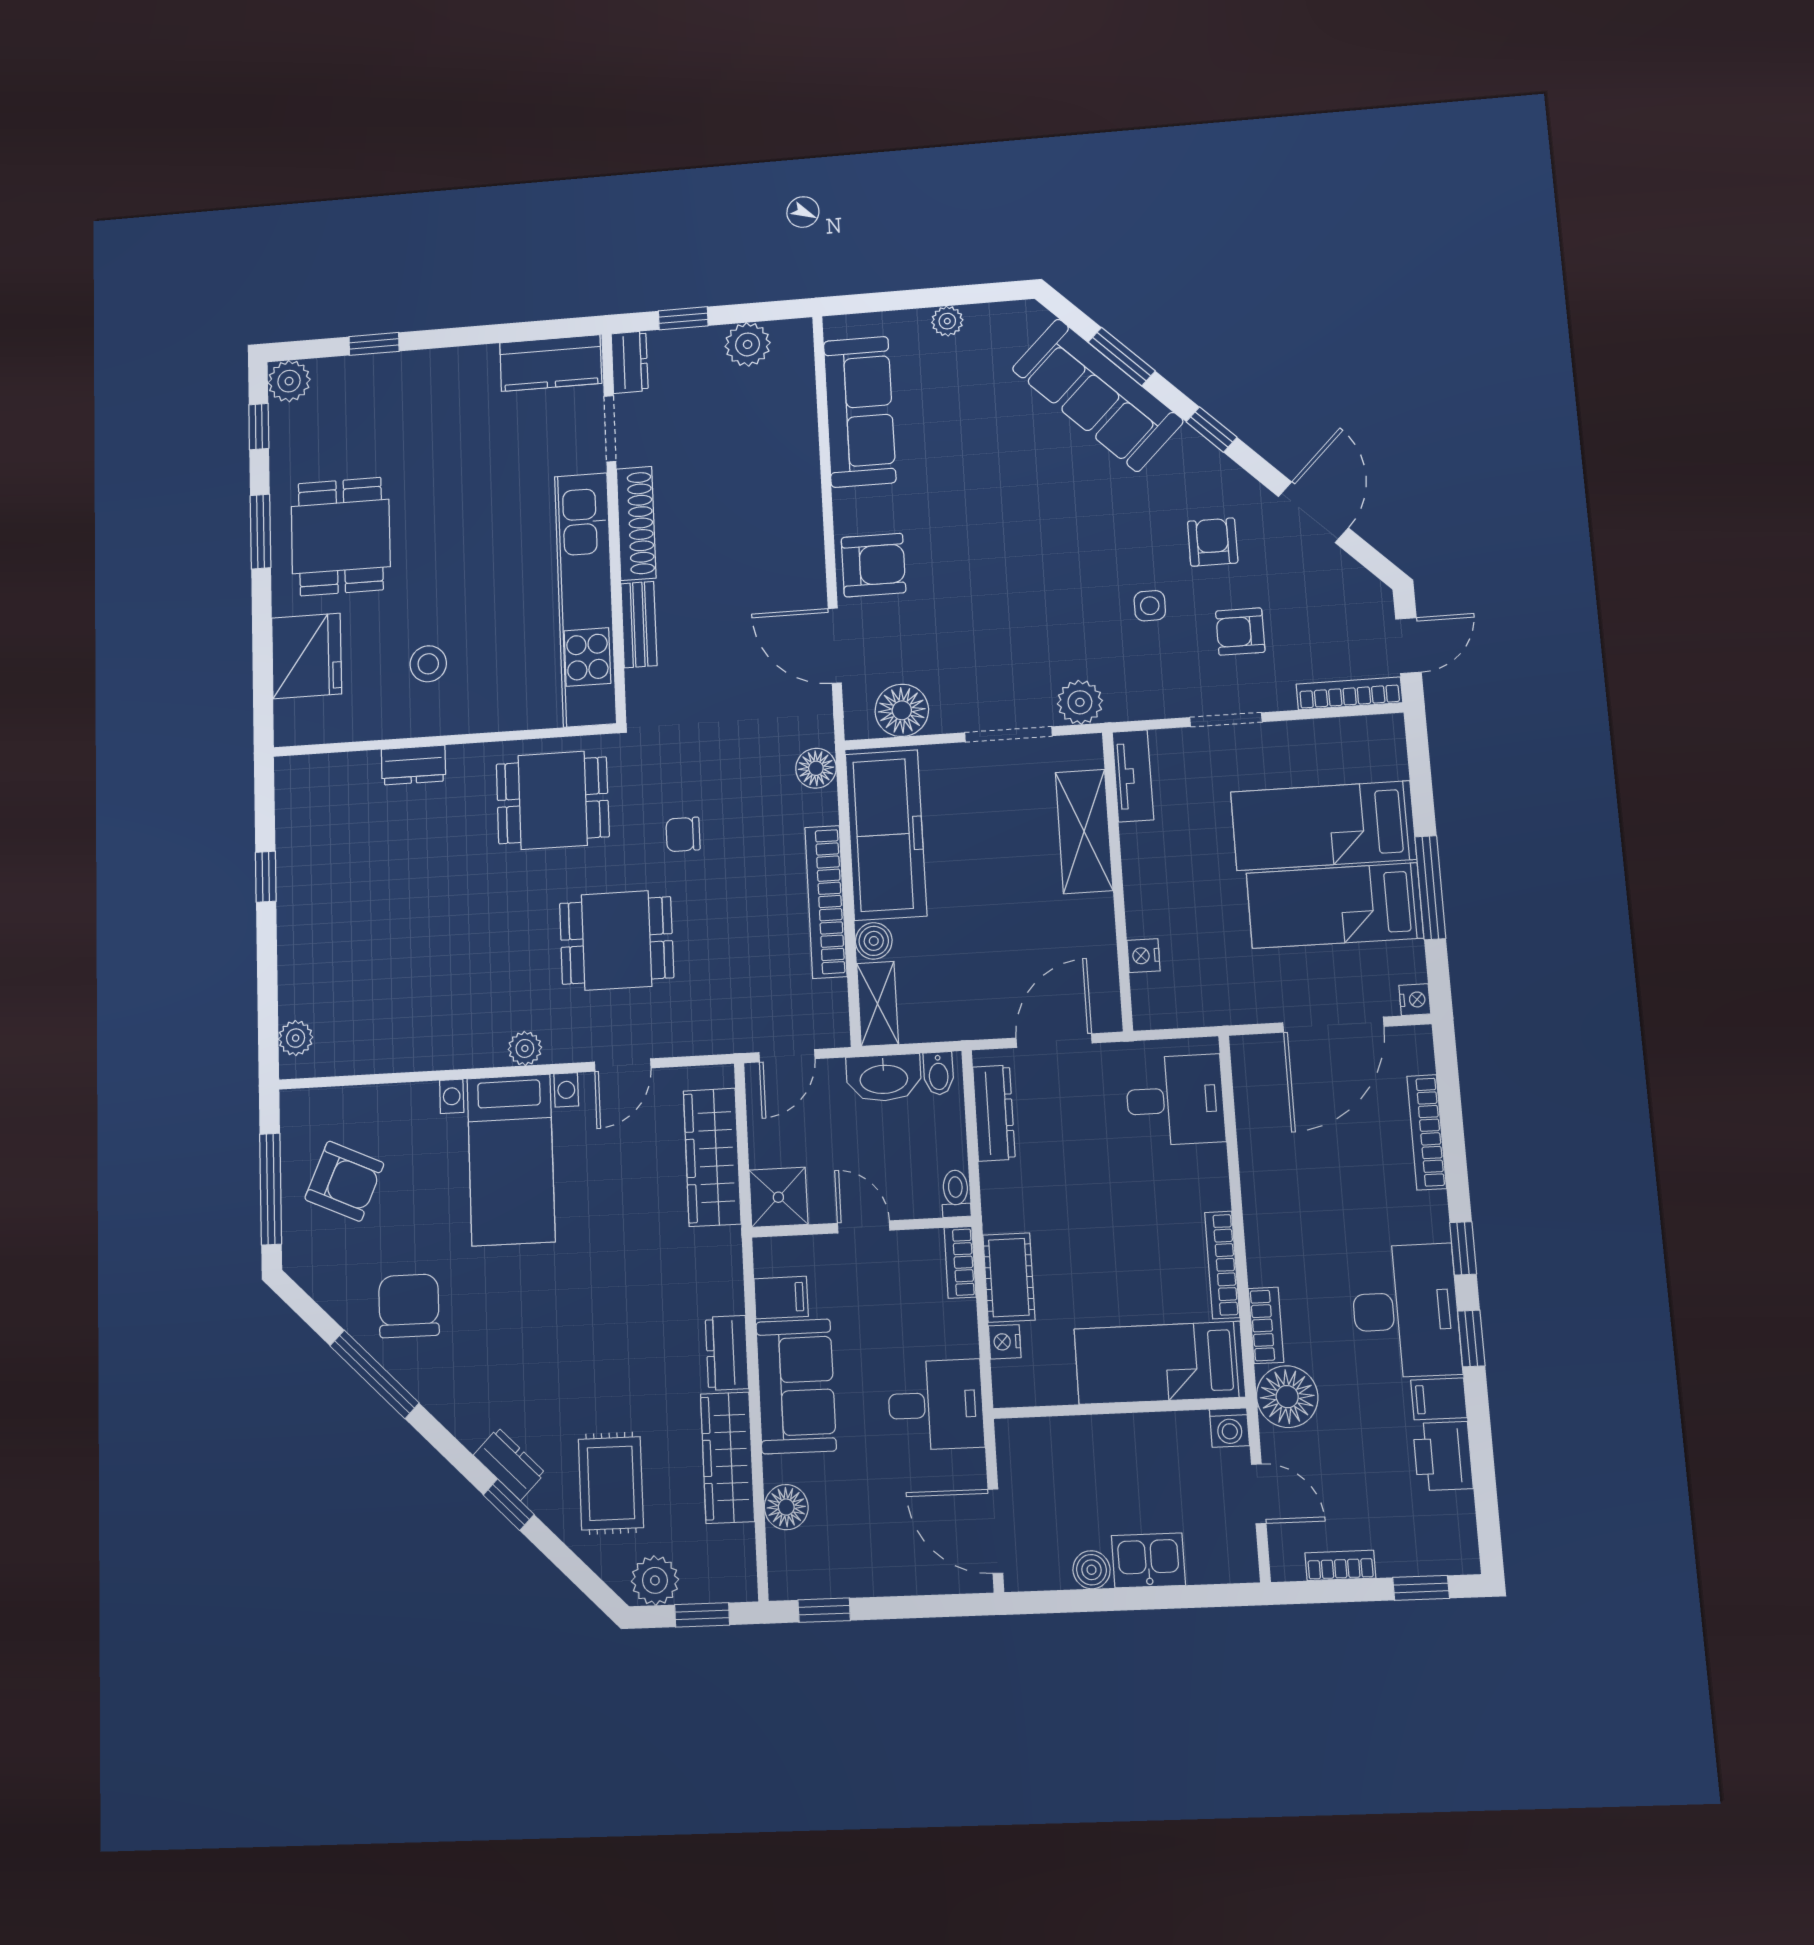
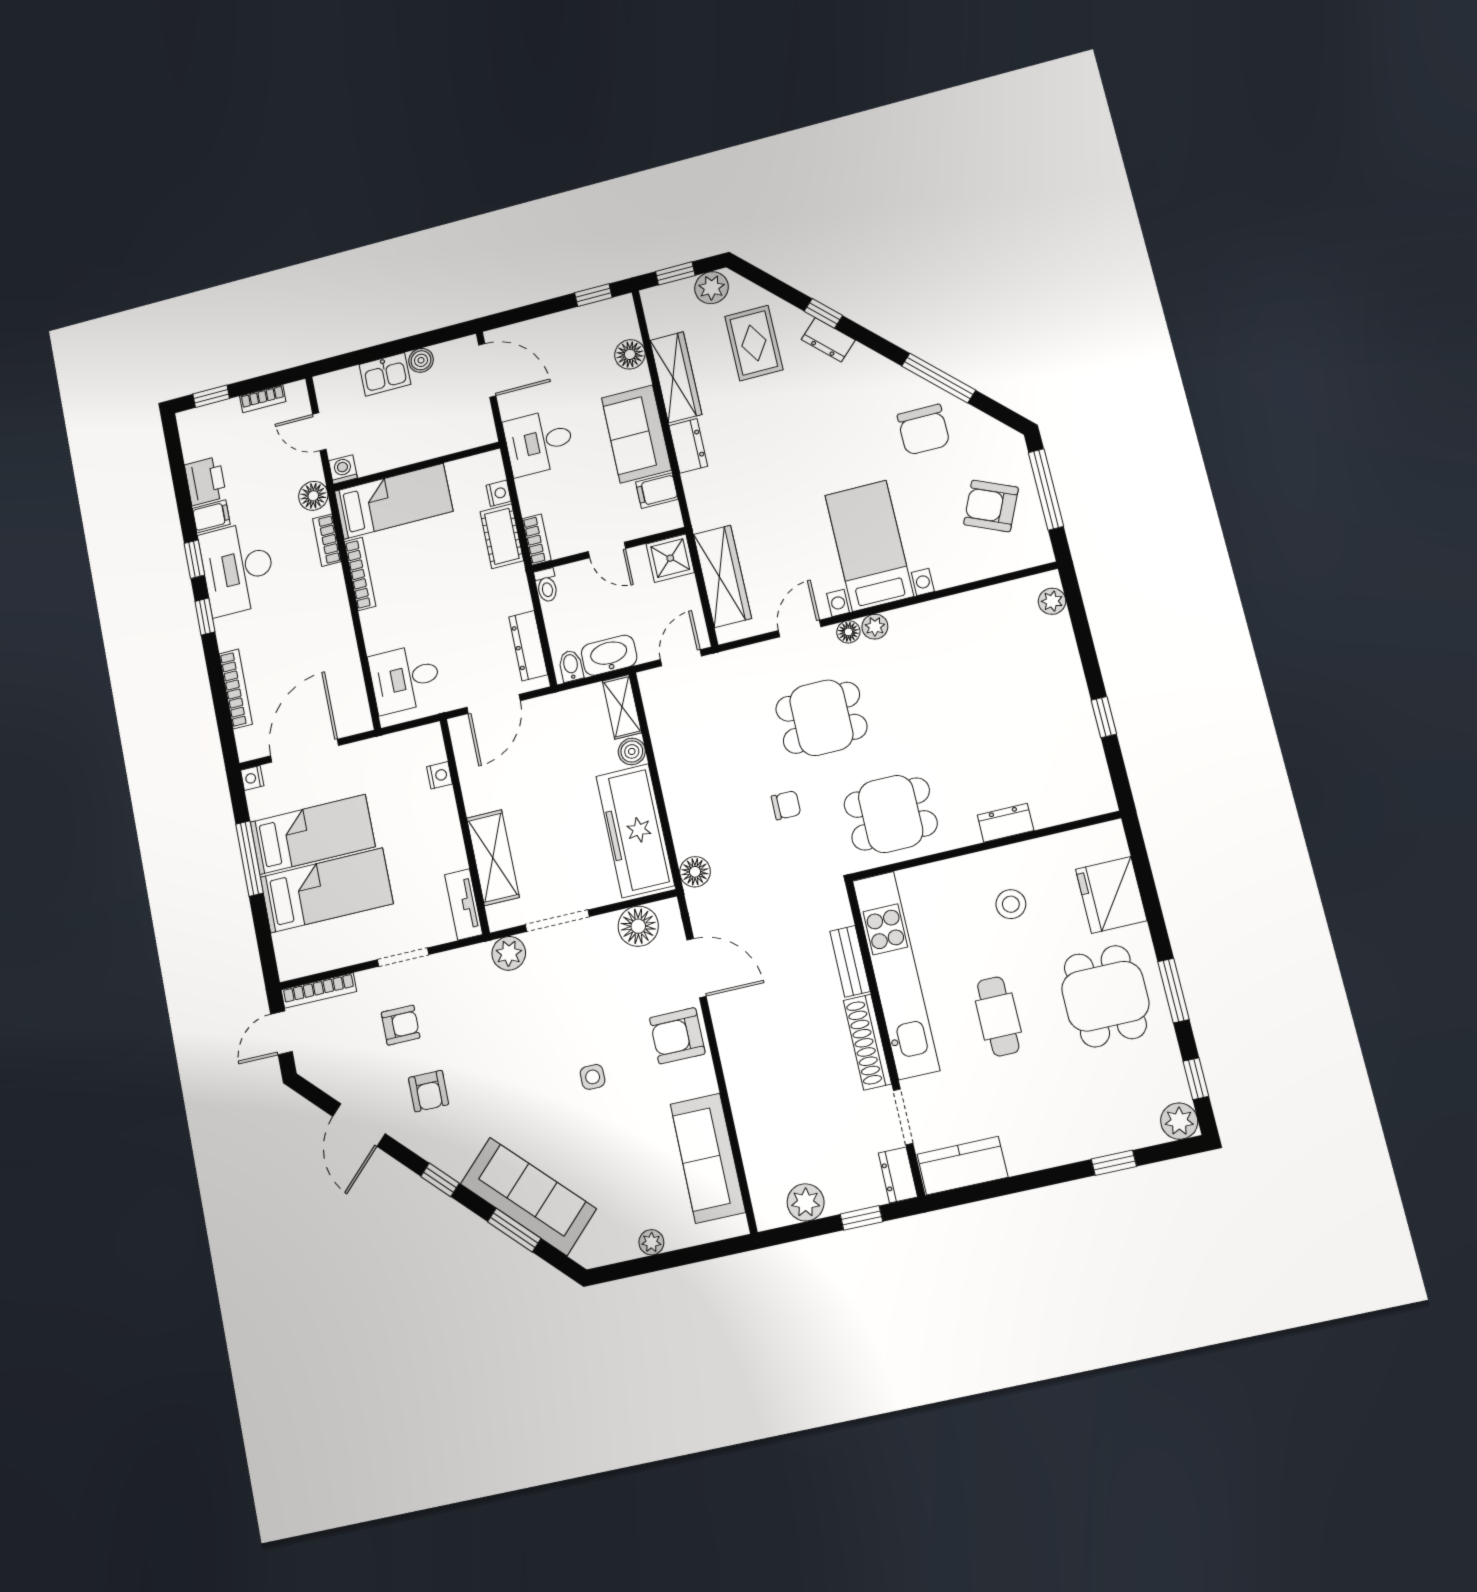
cafe table: (472, 531) -> (998, 1016), added
side table: (1150, 606) -> (593, 1077), moved
bookcase: (826, 902) -> (671, 774), removed
floor lamp: (560, 1048) -> (848, 632), added
floor lamp: (1287, 1397) -> (313, 496), width x0.73, depth x0.73

